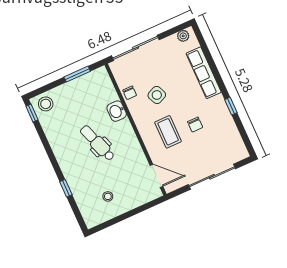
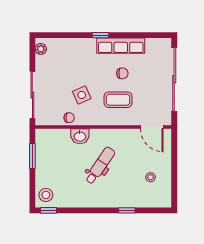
row of seats: (204, 73) -> (121, 46), moved
window: (231, 106) -> (100, 35), moved
dental chair: (97, 143) -> (100, 165), turned 143
door: (157, 176) -> (152, 127), swing flipped
sliding door: (212, 177) -> (174, 79), width x1.36

